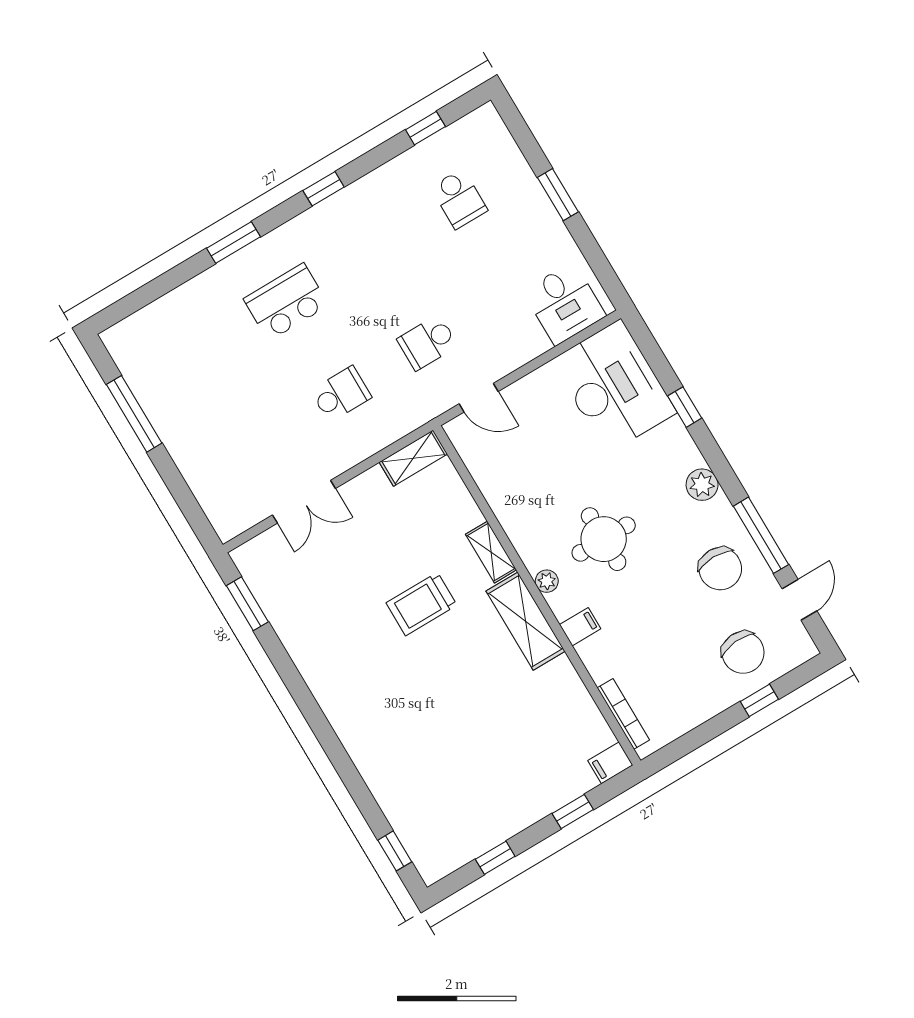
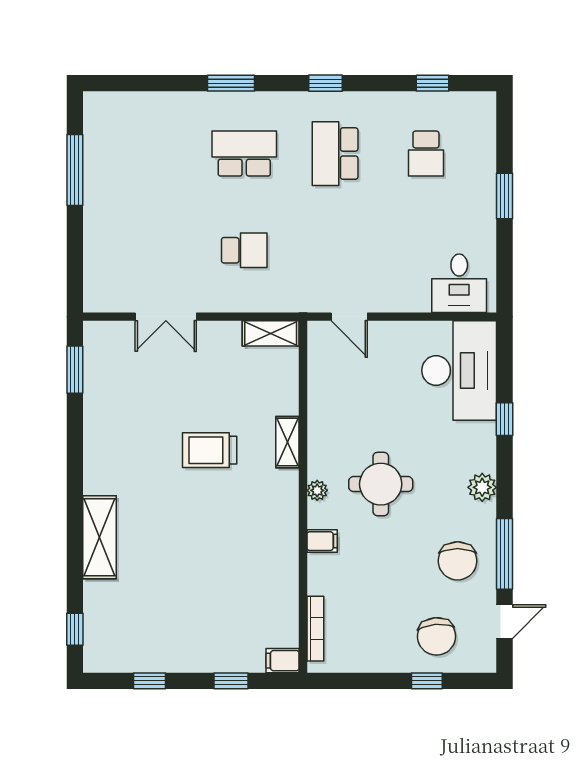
school desk: (427, 342) -> (335, 154), moved, width x1.85
shelving: (526, 621) -> (100, 537), moved

